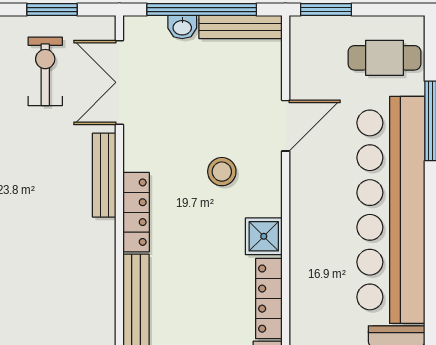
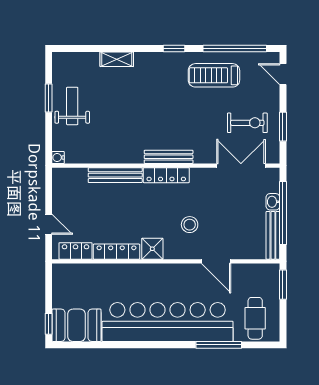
bench: (104, 175) -> (169, 157), moved

